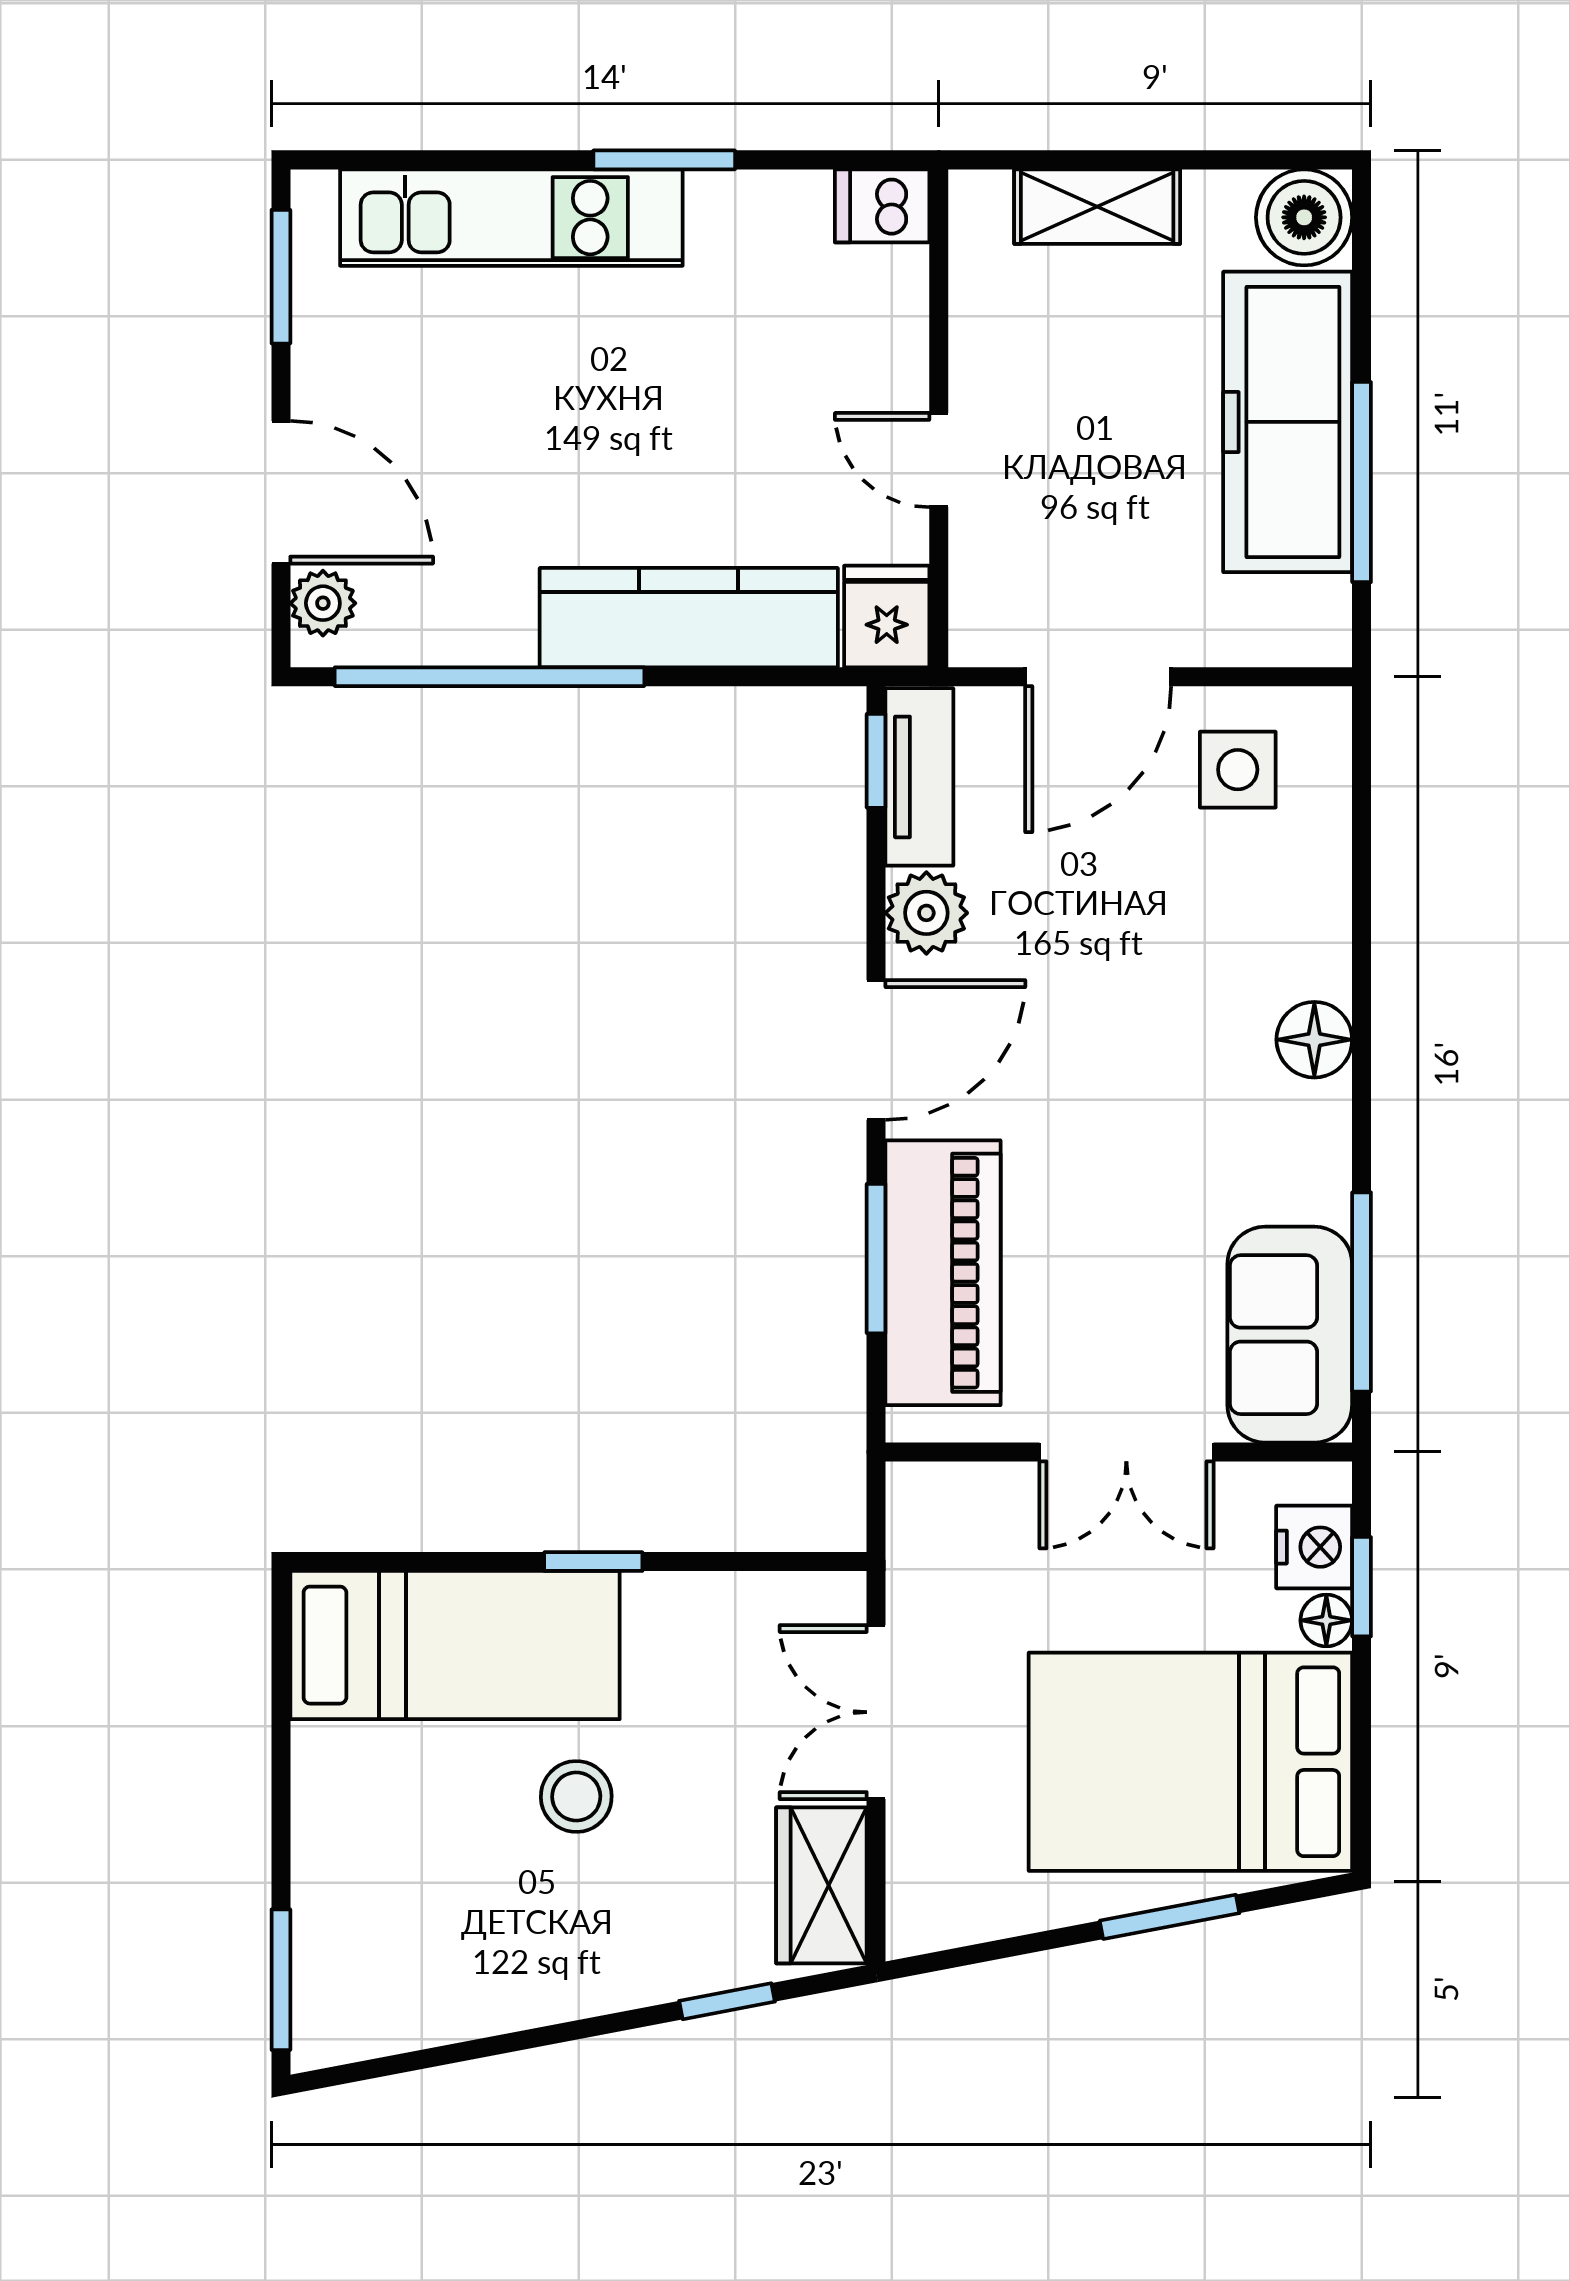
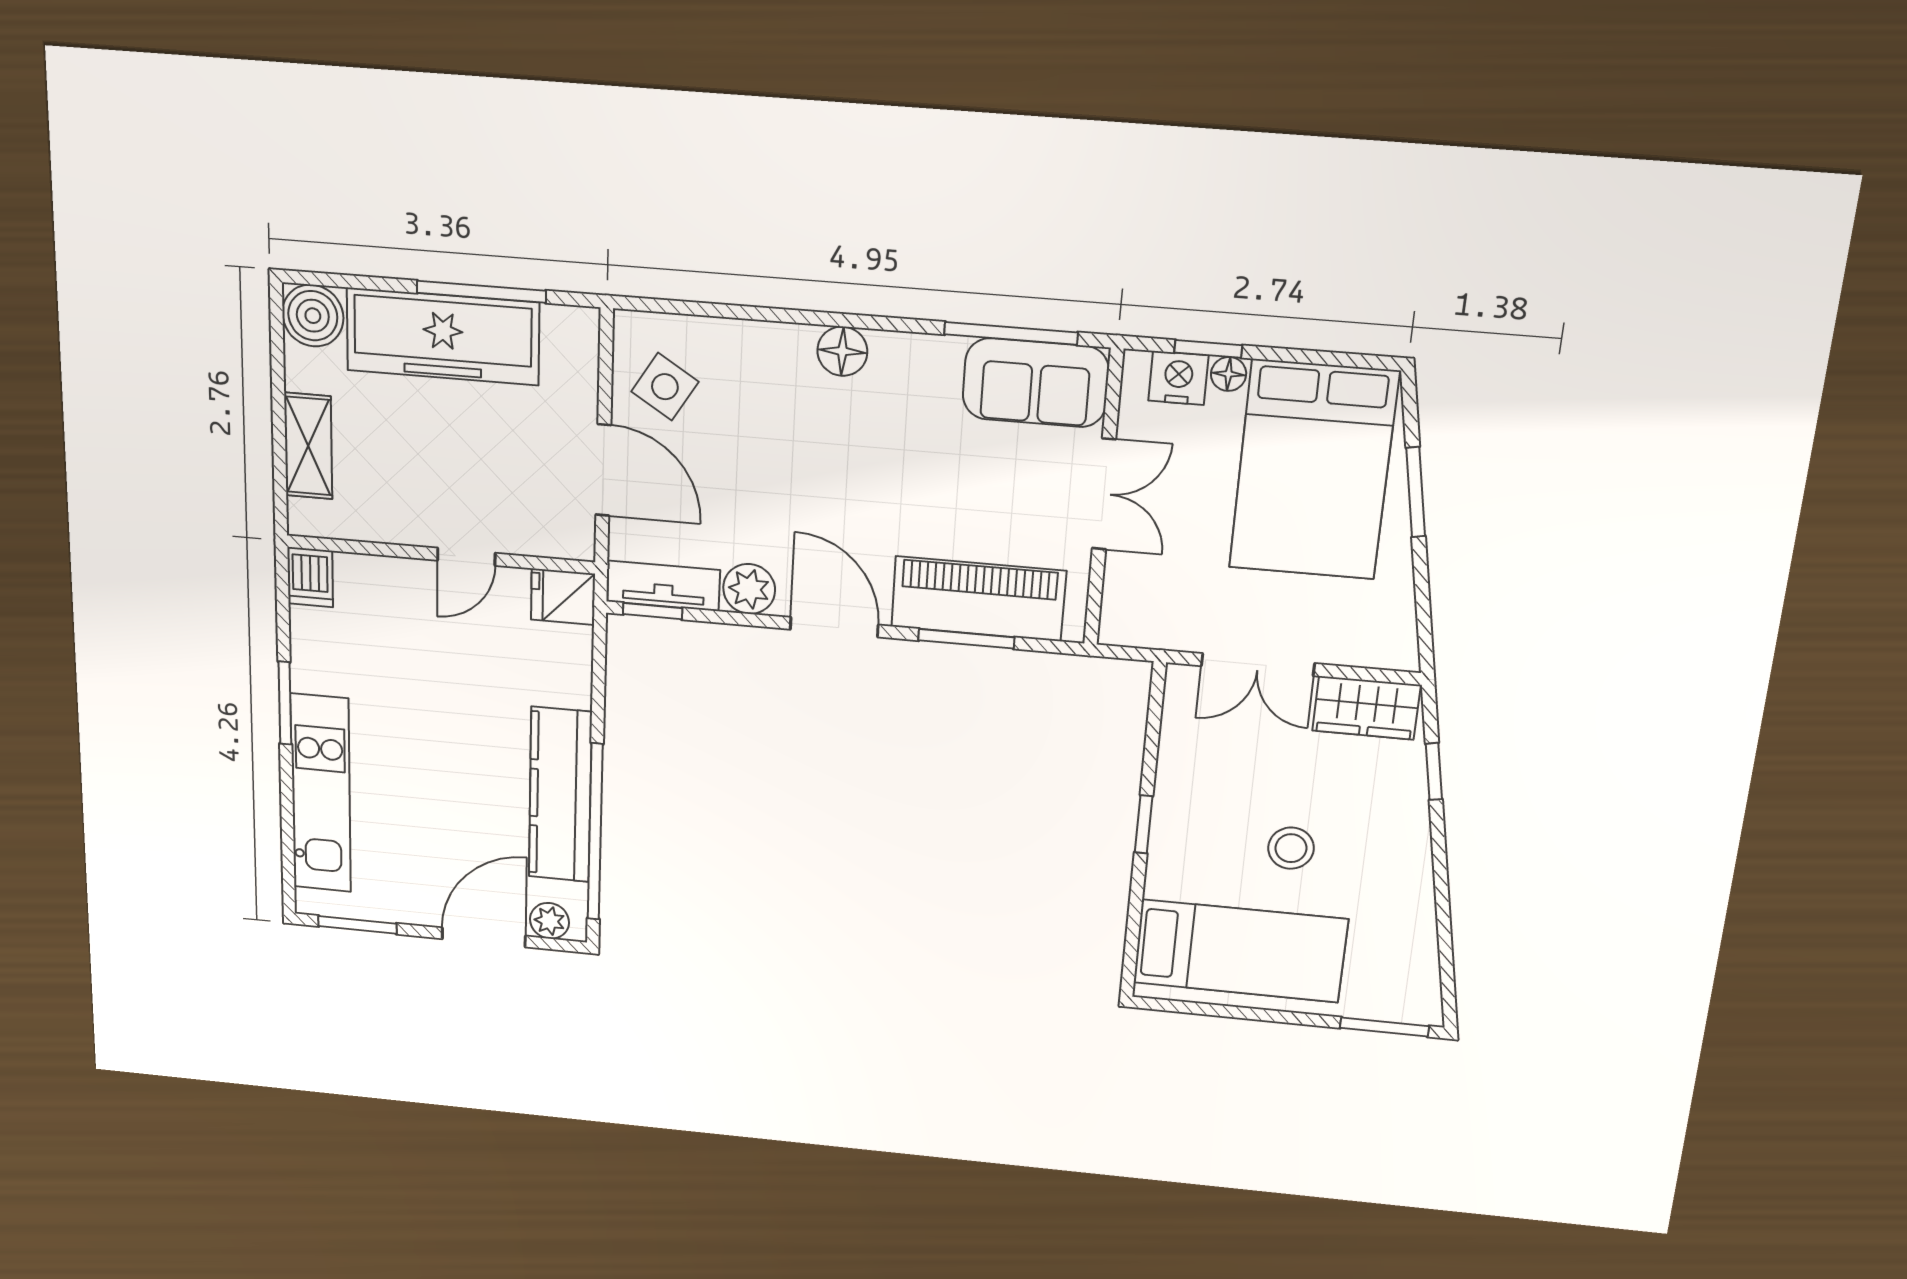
kitchen counter: (689, 618) -> (560, 795), moved
side table: (1238, 770) -> (665, 387), turned 32
bed: (455, 1645) -> (1240, 951), moved, turned 90

